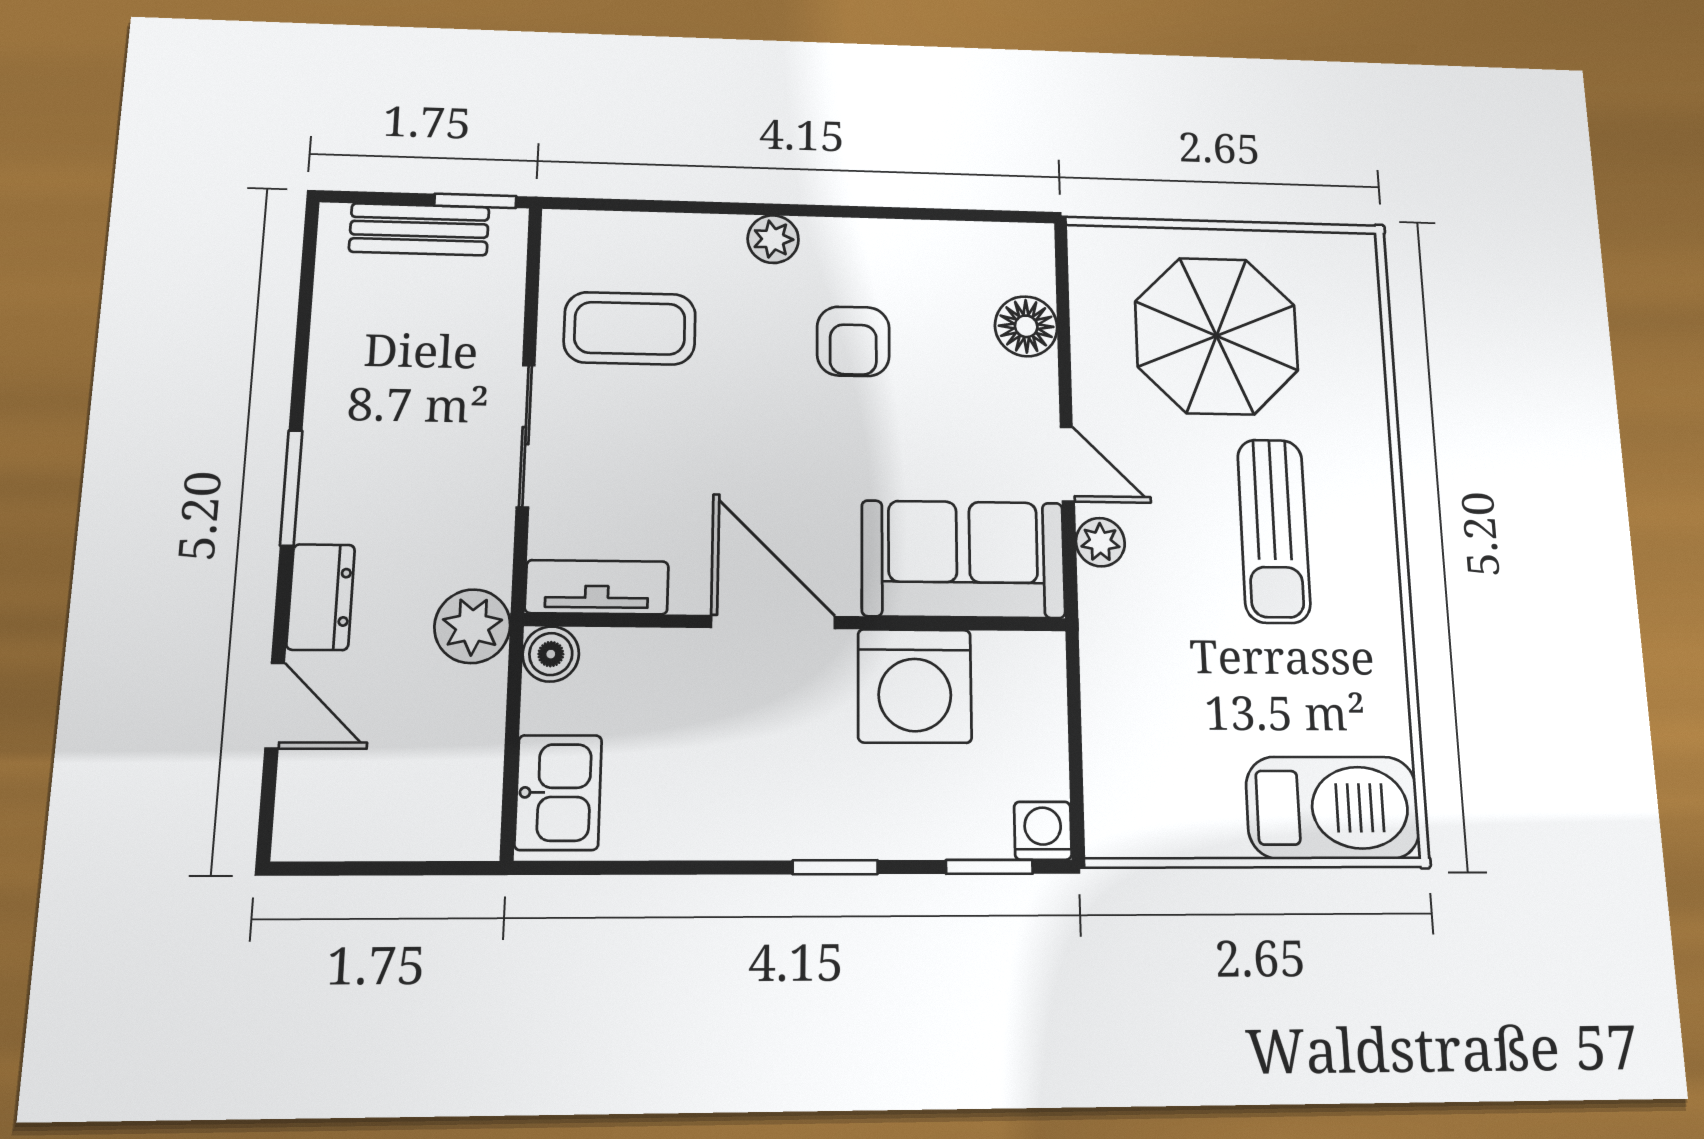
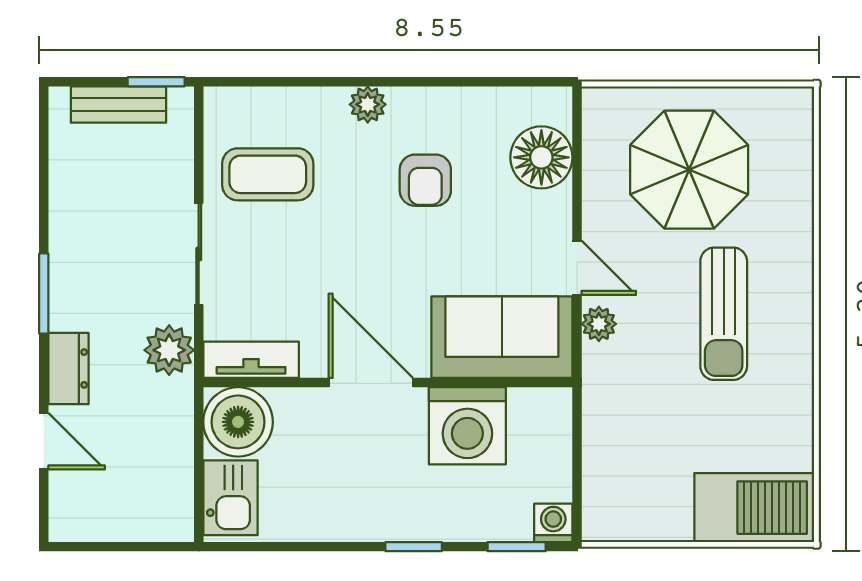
floor lamp: (1026, 326) -> (541, 157), width x1.38, depth x1.38
plant: (472, 626) -> (169, 350), moved
boiler: (551, 654) -> (238, 422), width x1.86, depth x1.86

